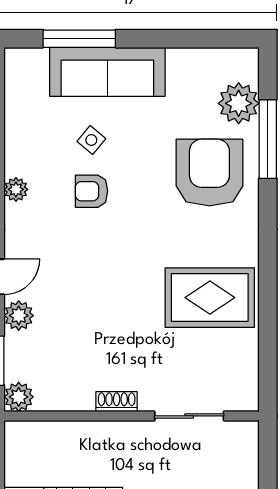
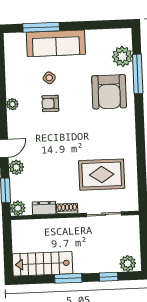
armchair: (209, 173) -> (109, 92), turned 180
rug: (210, 298) -> (102, 175), moved
dresser: (71, 399) -> (44, 208), added

